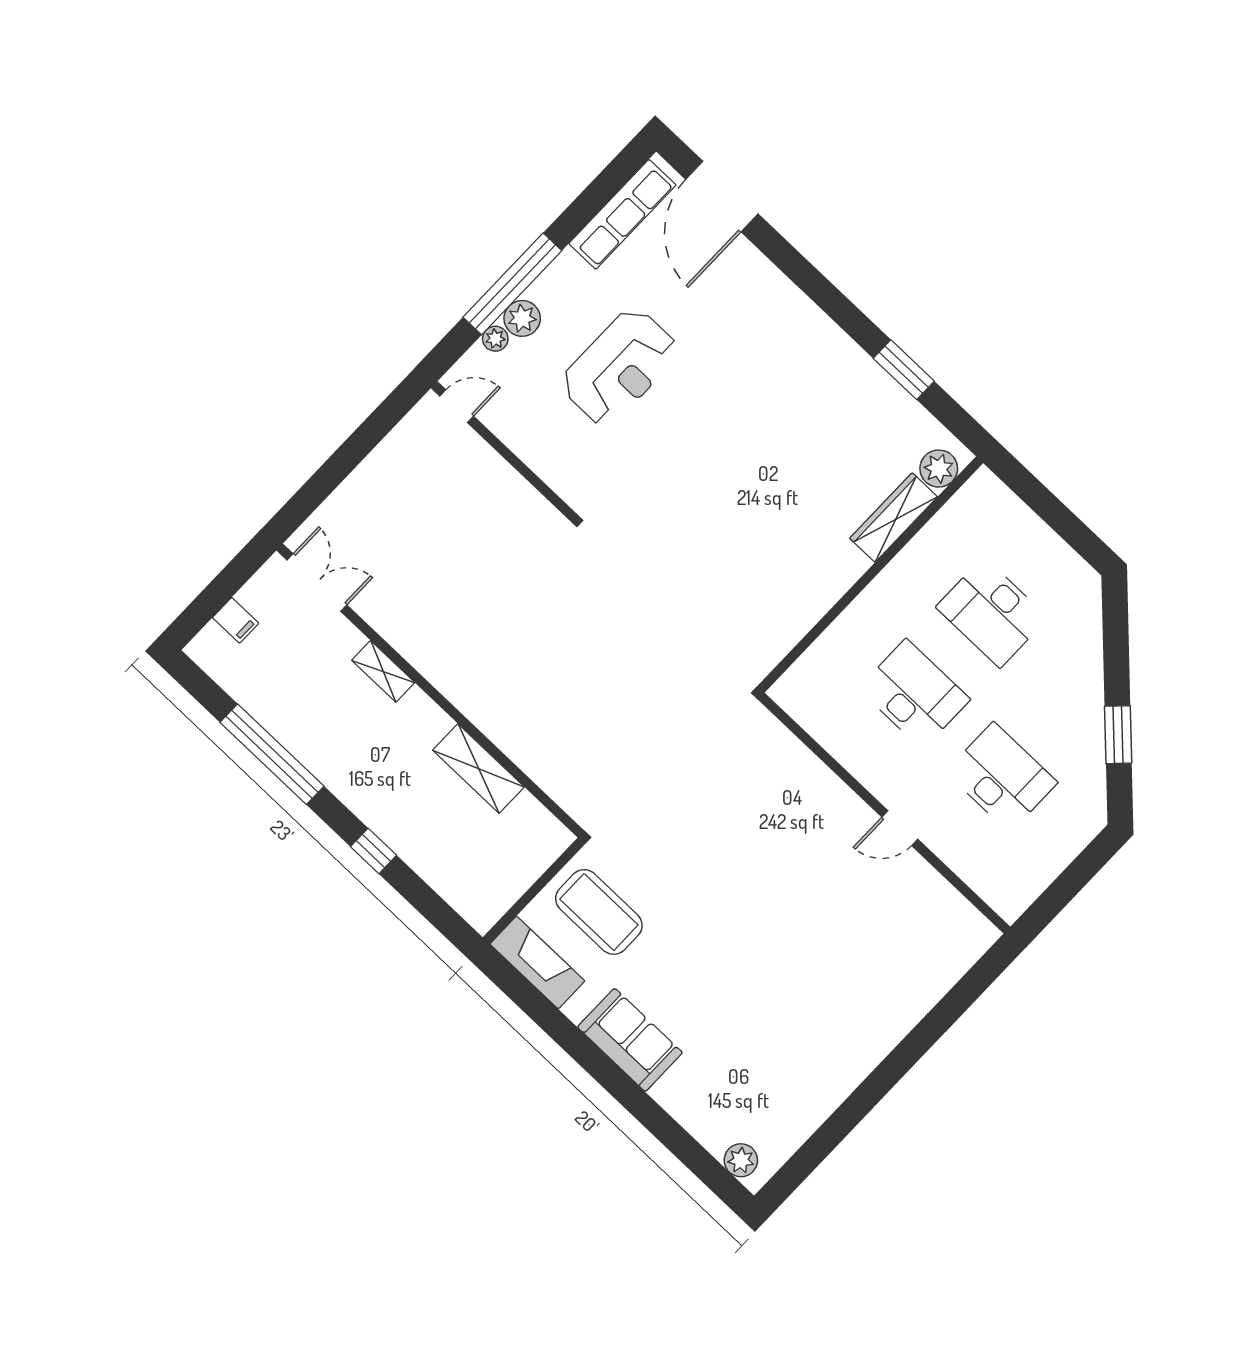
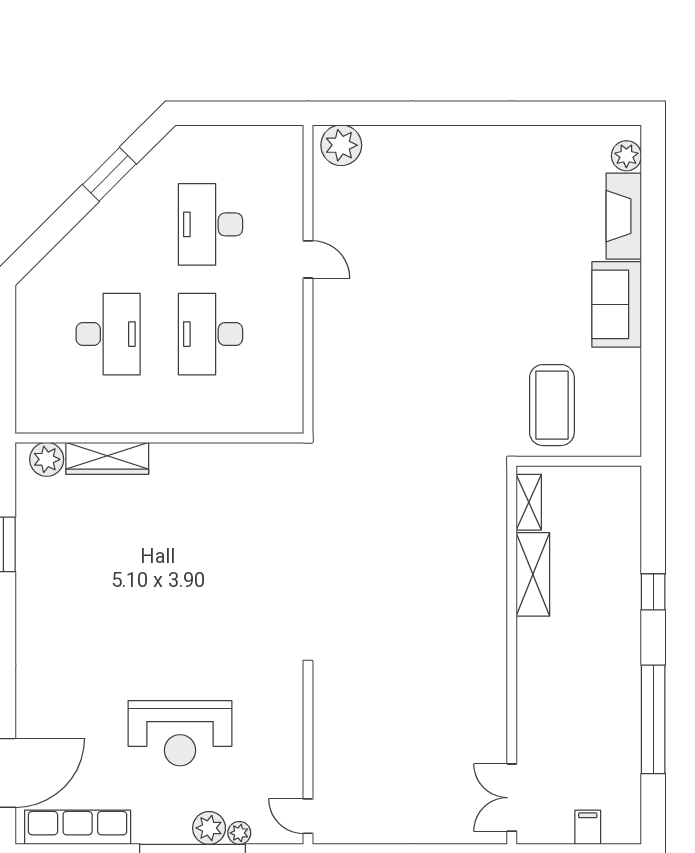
reception desk: (620, 367) -> (180, 733), turned 180
shelving: (383, 671) -> (529, 502), moved
plant: (966, 941) -> (341, 145), added
fireplace: (537, 962) -> (624, 216), moved

